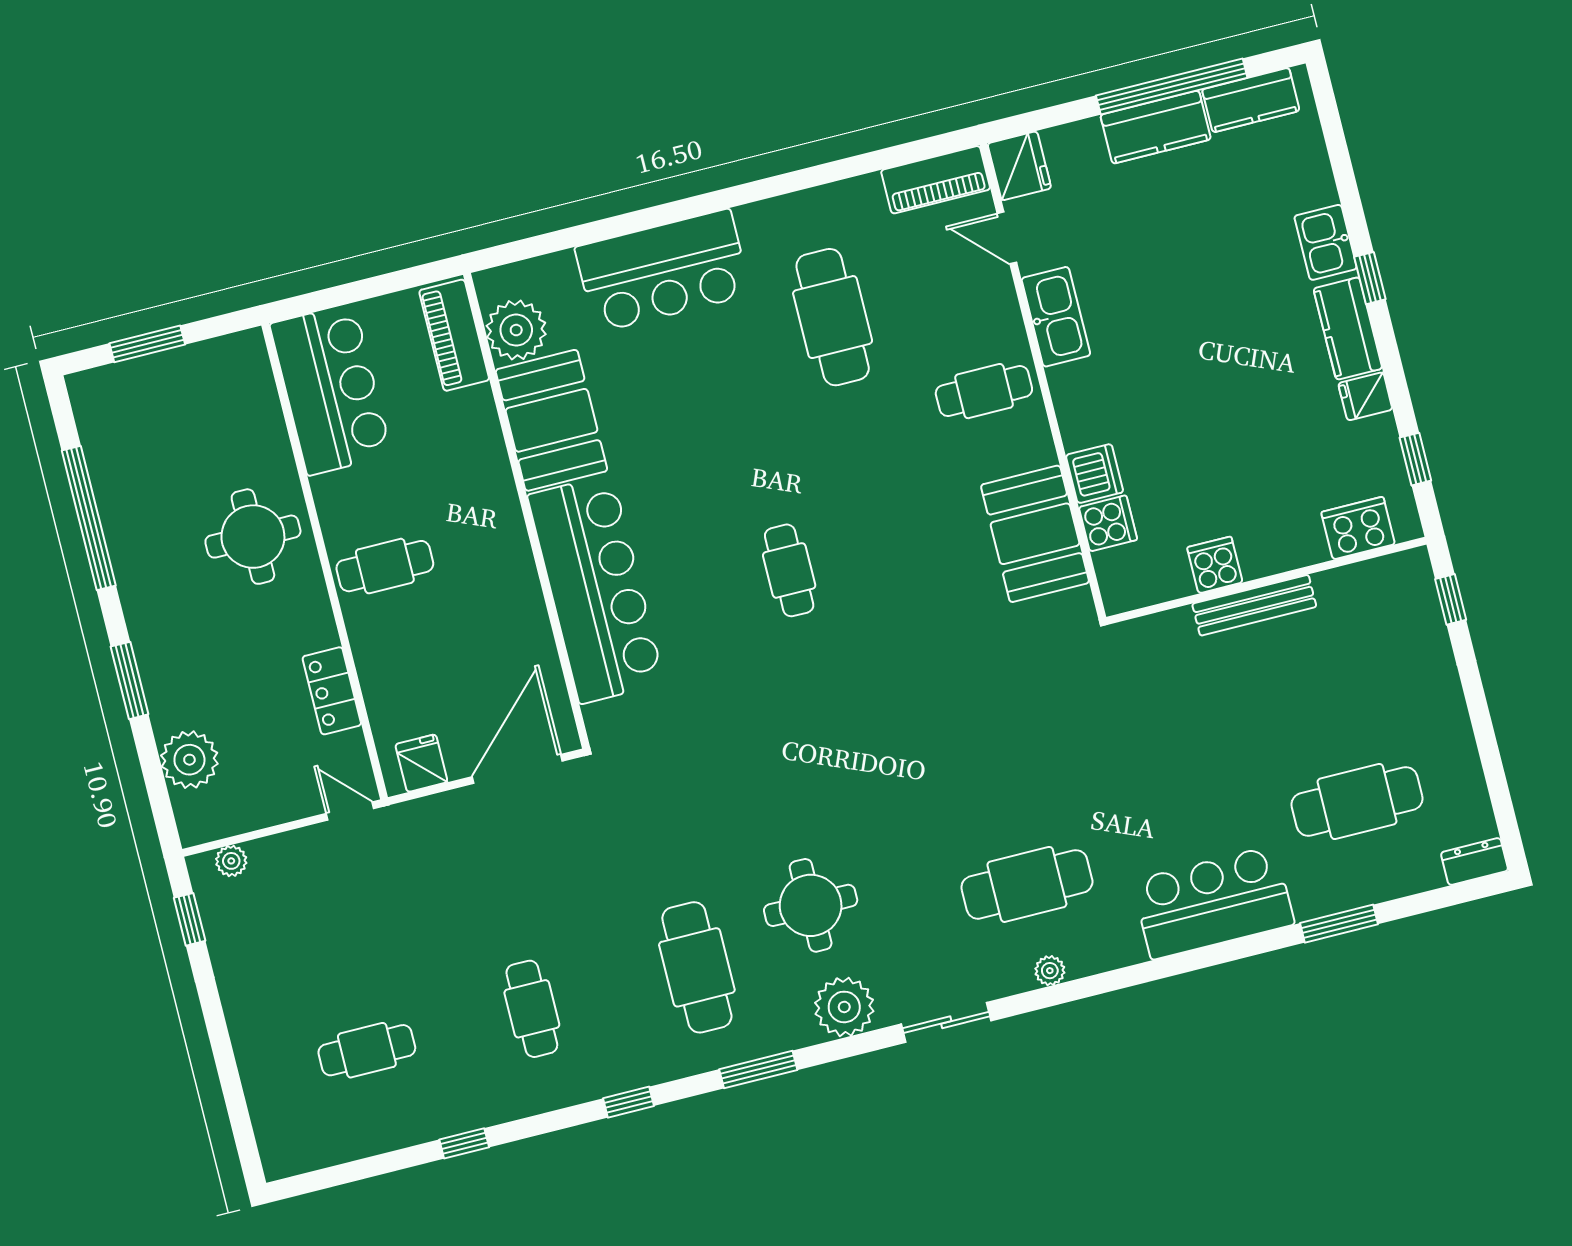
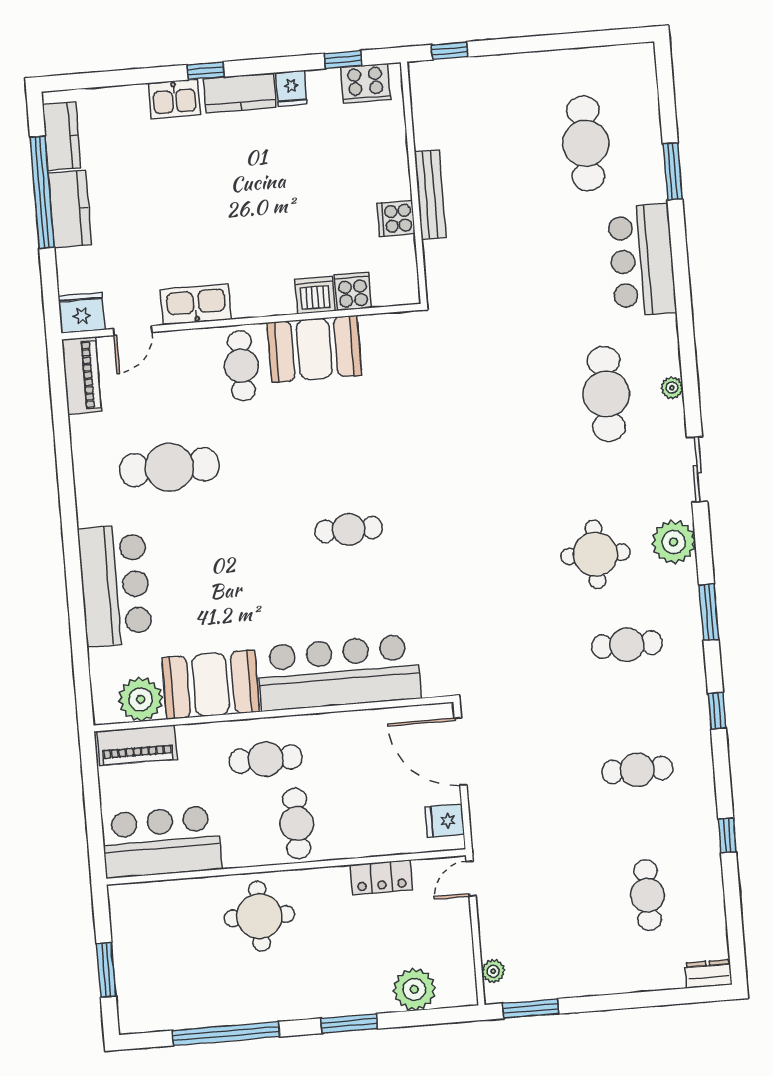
cafe table: (464, 510) -> (266, 759), added
cooker: (1358, 528) -> (365, 83), moved, turned -90
booth: (1035, 534) -> (314, 349), moved
dresser: (1474, 862) -> (708, 974), moved, turned 90
window: (190, 919) -> (531, 1009), width x1.50
cafe table: (697, 967) -> (627, 645), width x0.73, depth x0.74

